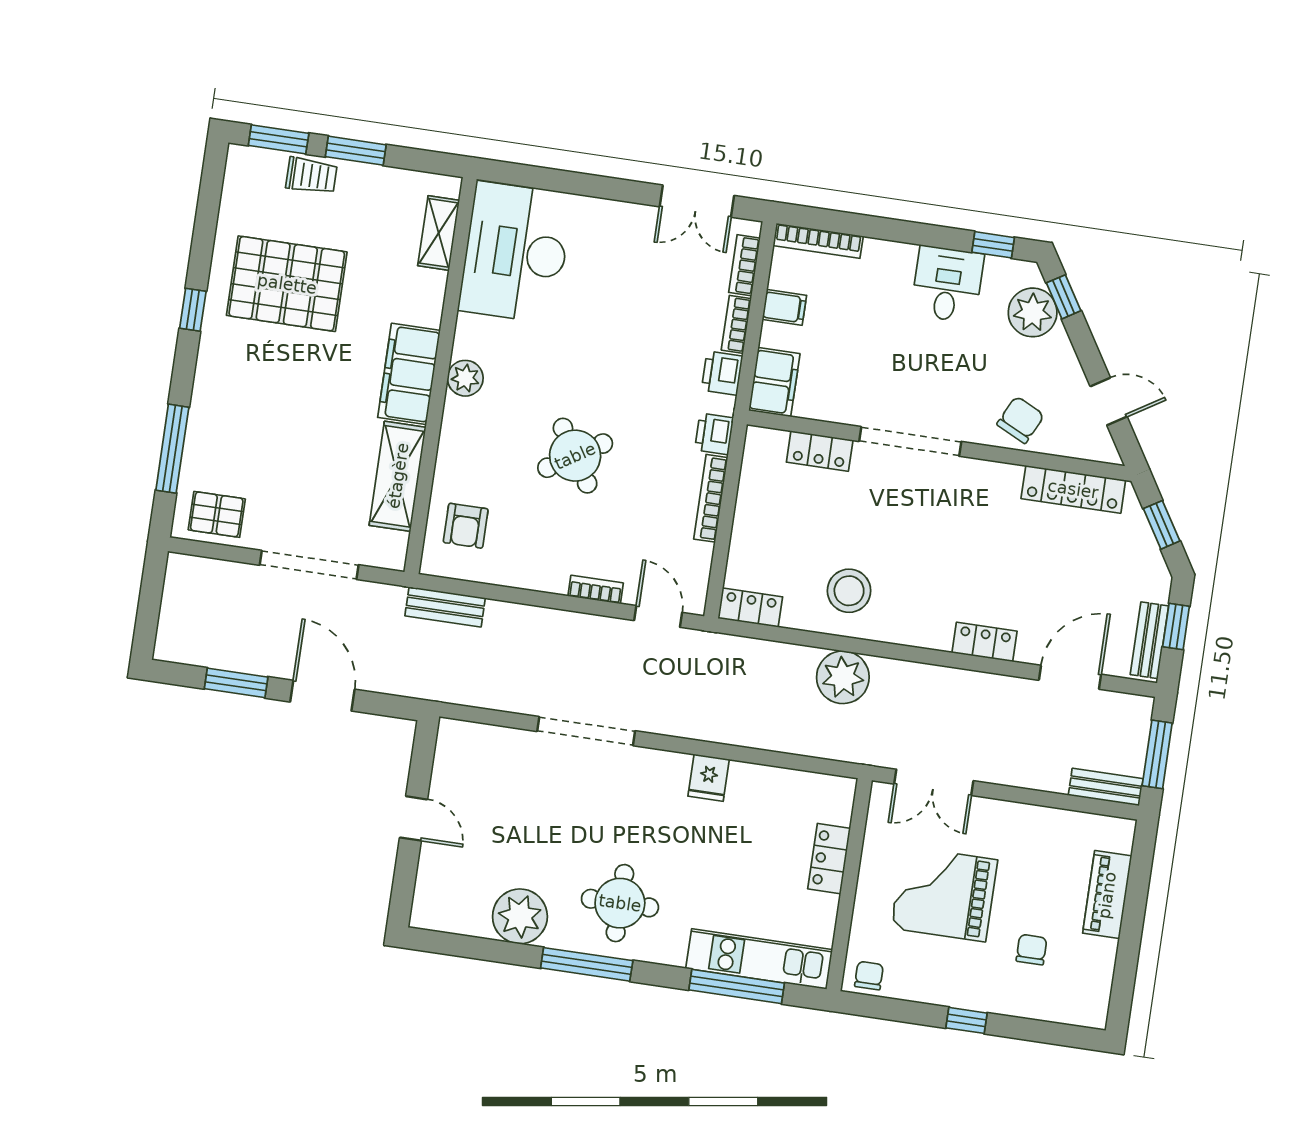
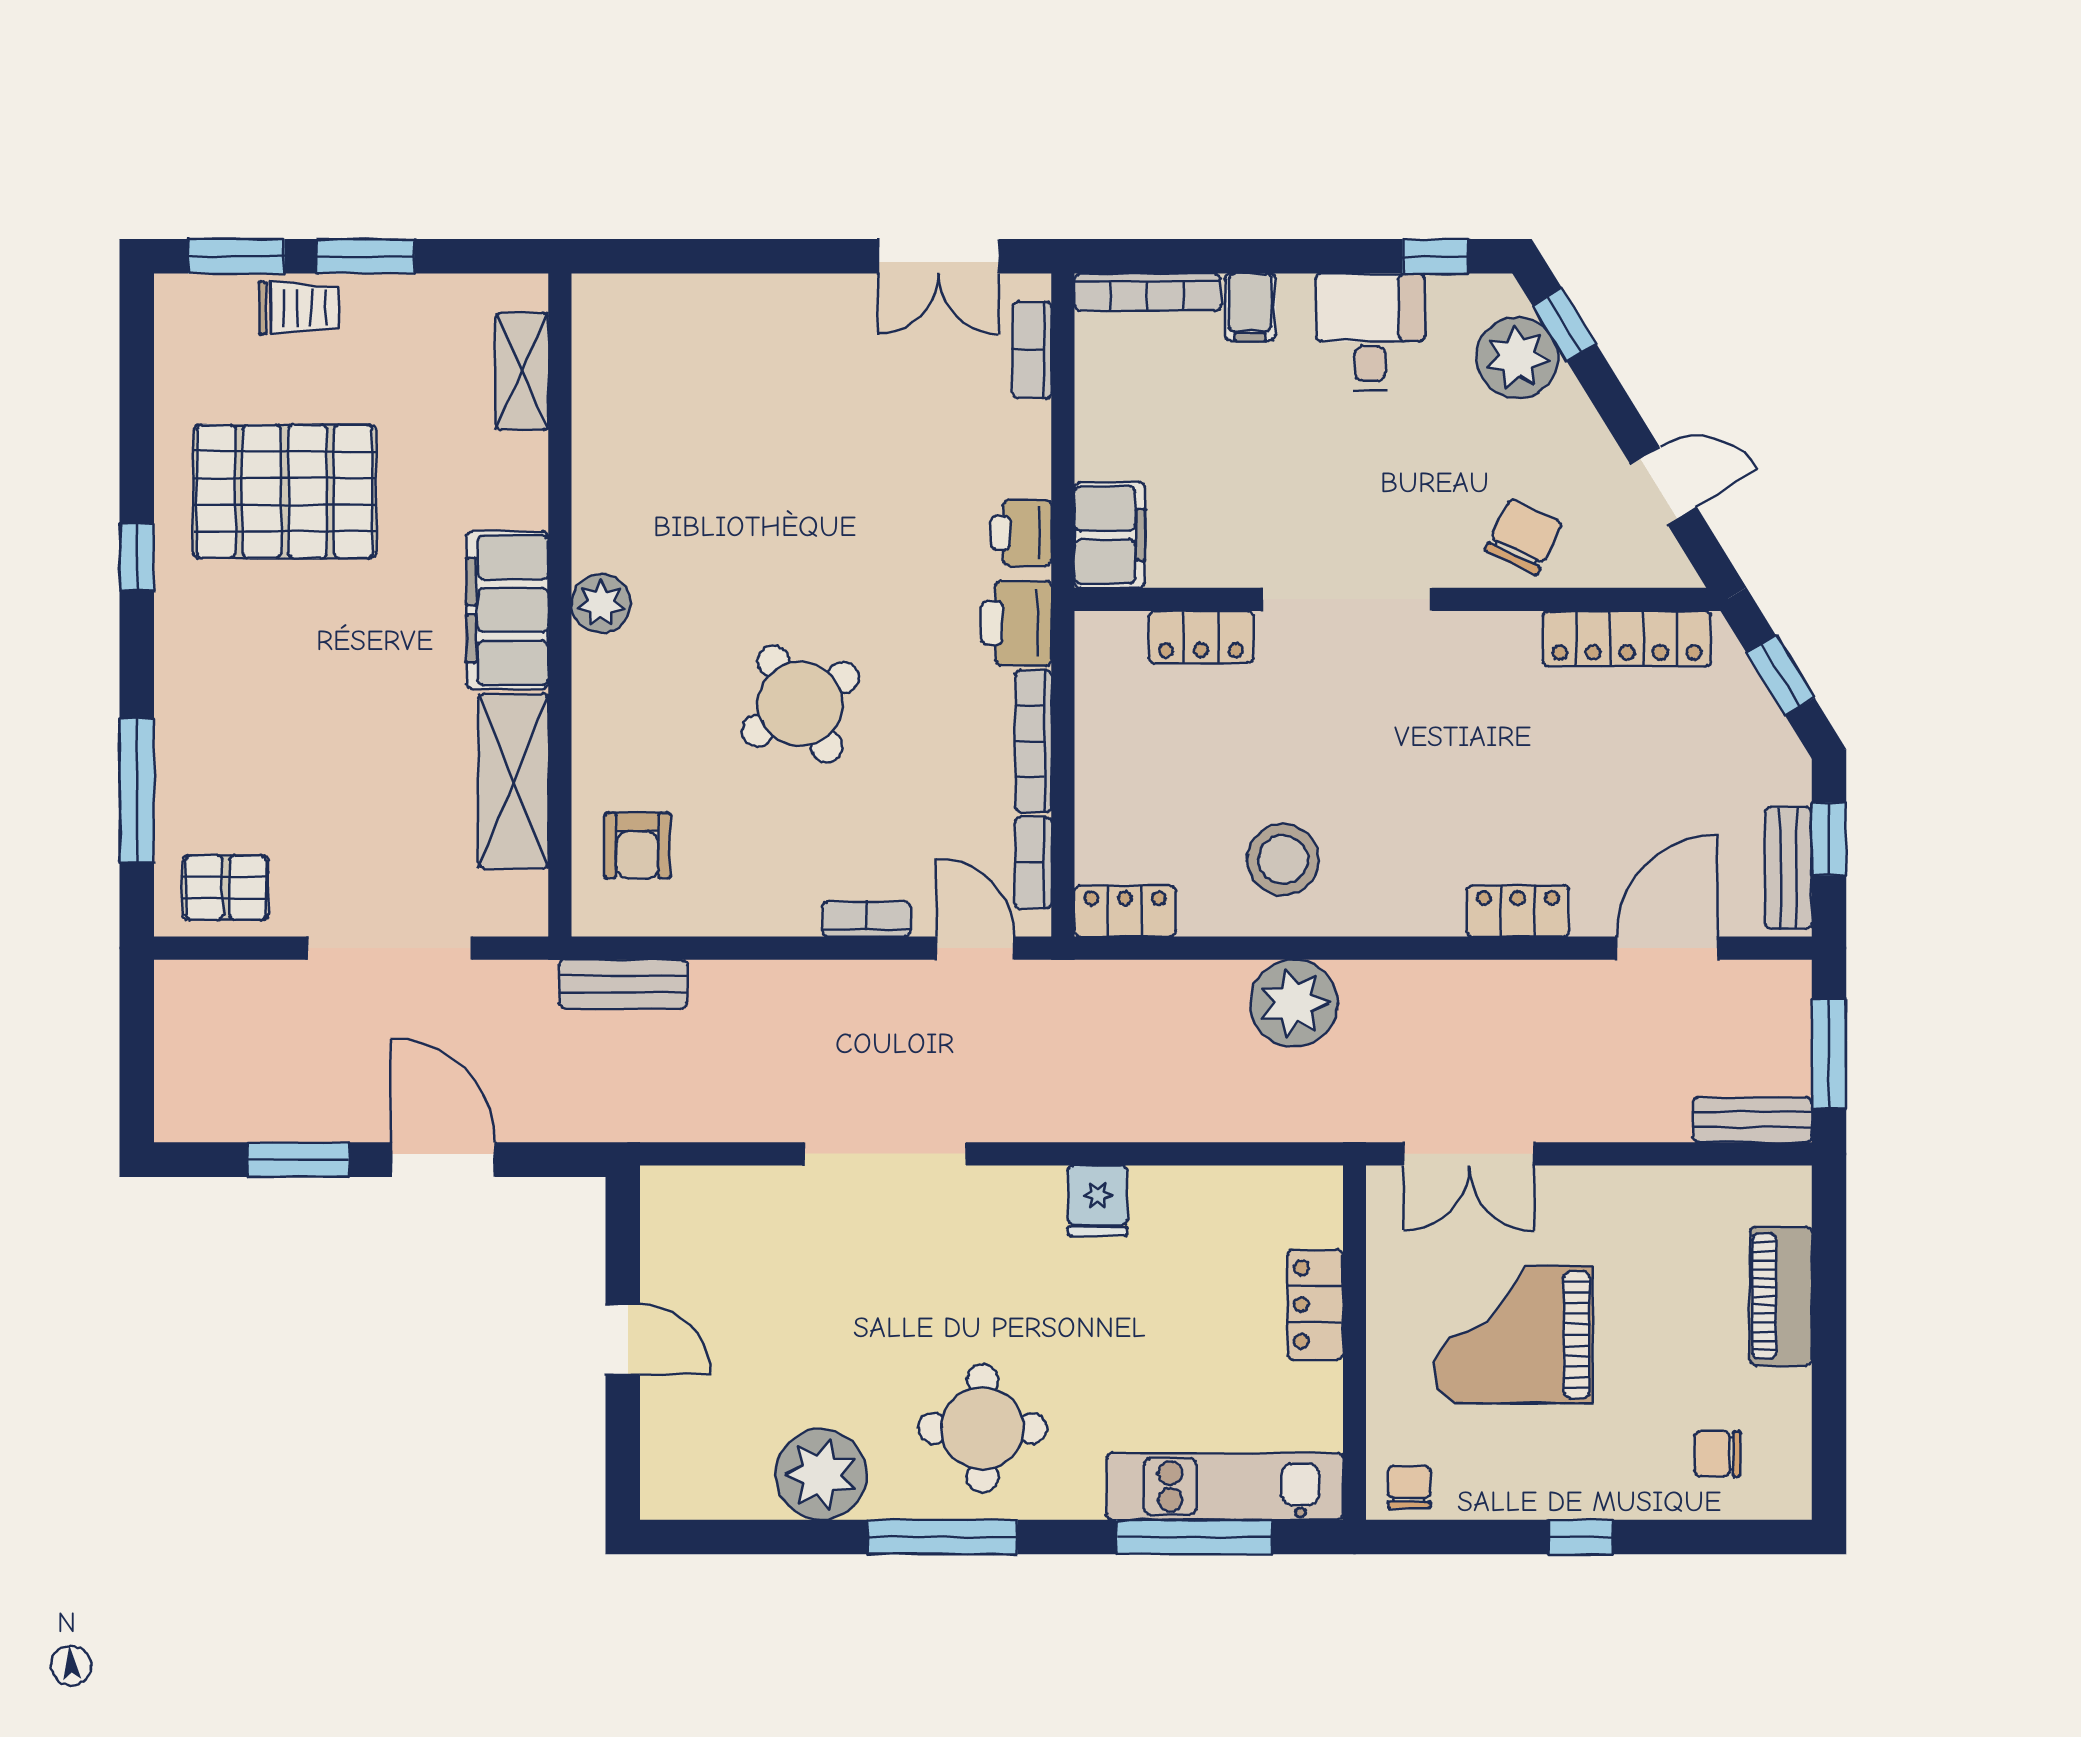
desk: (516, 252) -> (653, 385), removed
filing cabinet: (784, 307) -> (1250, 307), moved, turned 90
bookcase: (736, 324) -> (1033, 863), moved
printer: (714, 434) -> (1016, 623), width x1.36, depth x1.24
chair: (1031, 950) -> (1718, 1454), moved, turned -90

